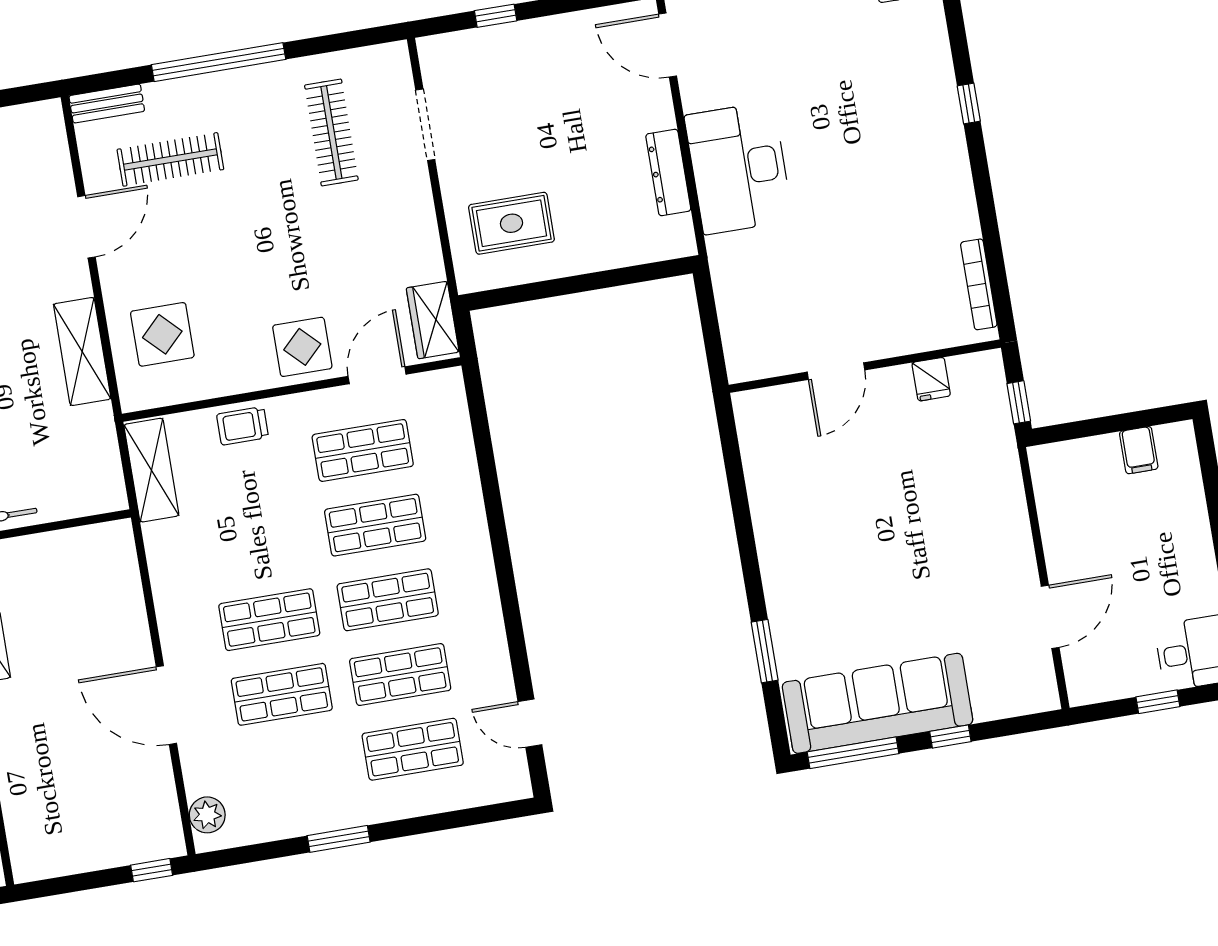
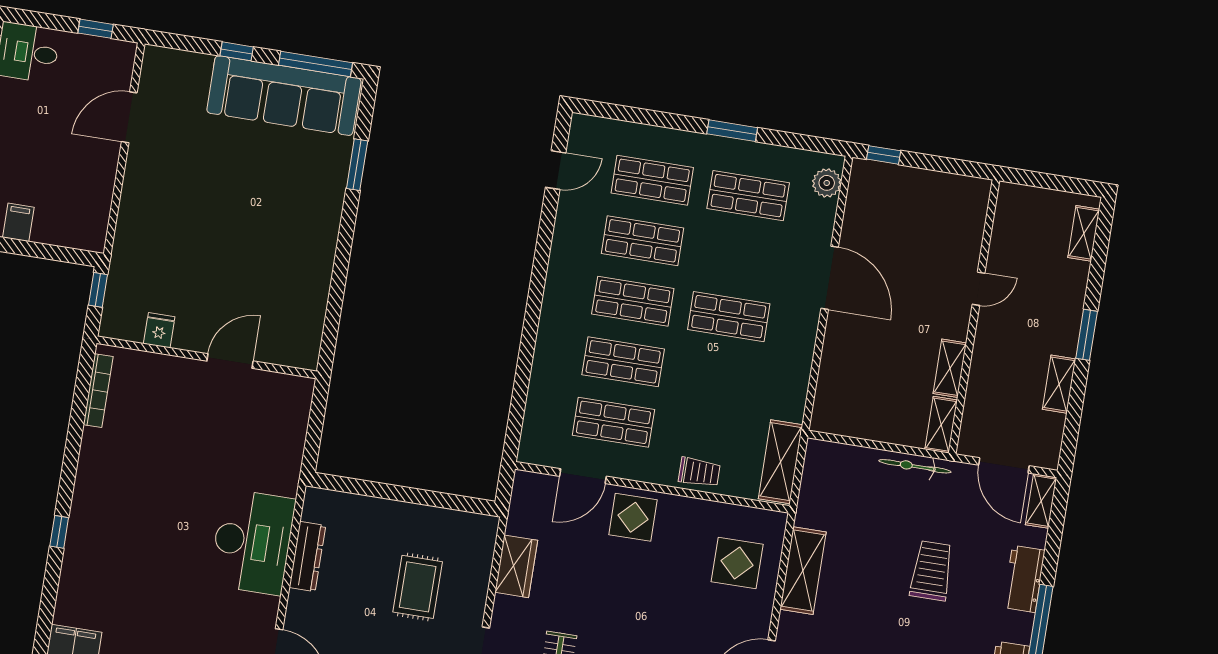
rug: (511, 223) -> (418, 587), moved, turned 90
wardrobe: (433, 320) -> (516, 566), moved
shop shelf: (282, 694) -> (748, 196), moved
window: (1158, 702) -> (96, 29), moved
door: (530, 723) -> (556, 170), hinge flipped

